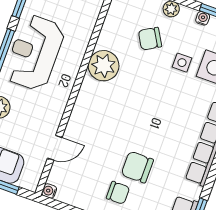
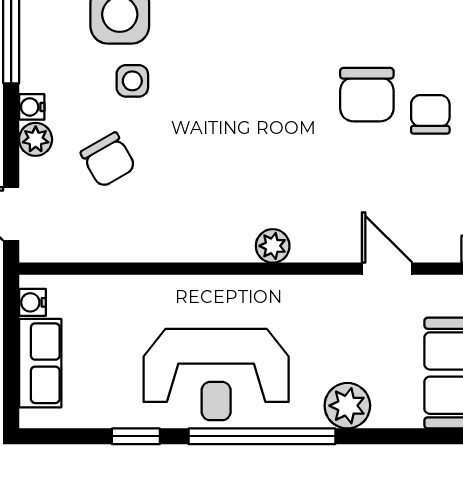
water cooler: (203, 18) -> (32, 107), moved
plant: (104, 66) -> (273, 246), moved, width x0.53, depth x0.53

